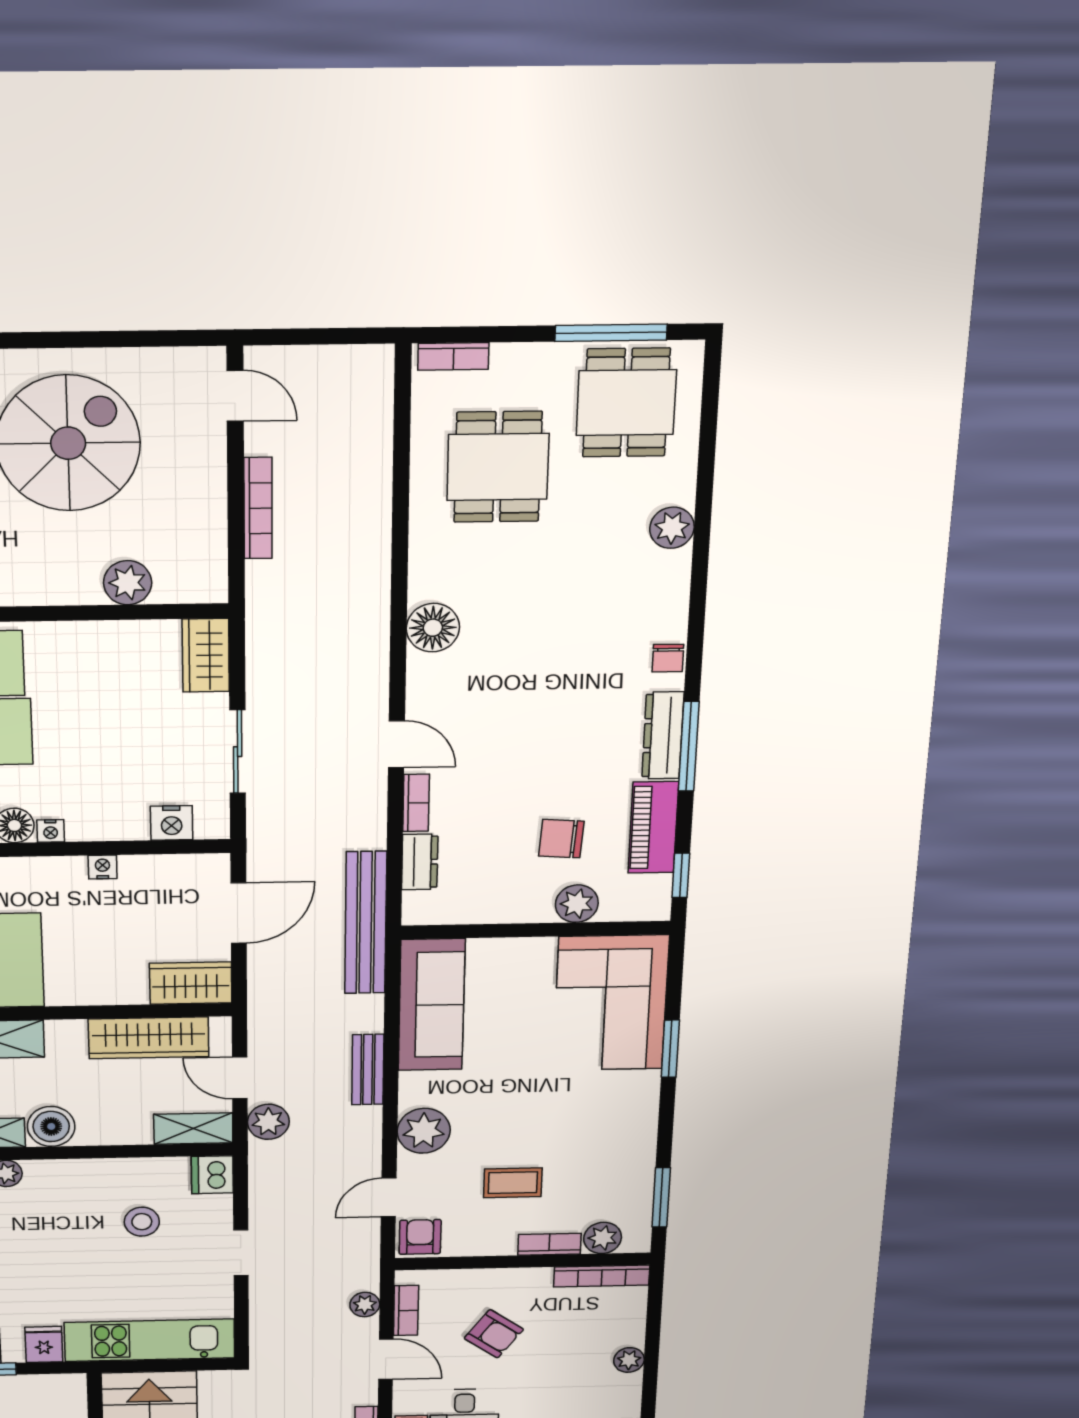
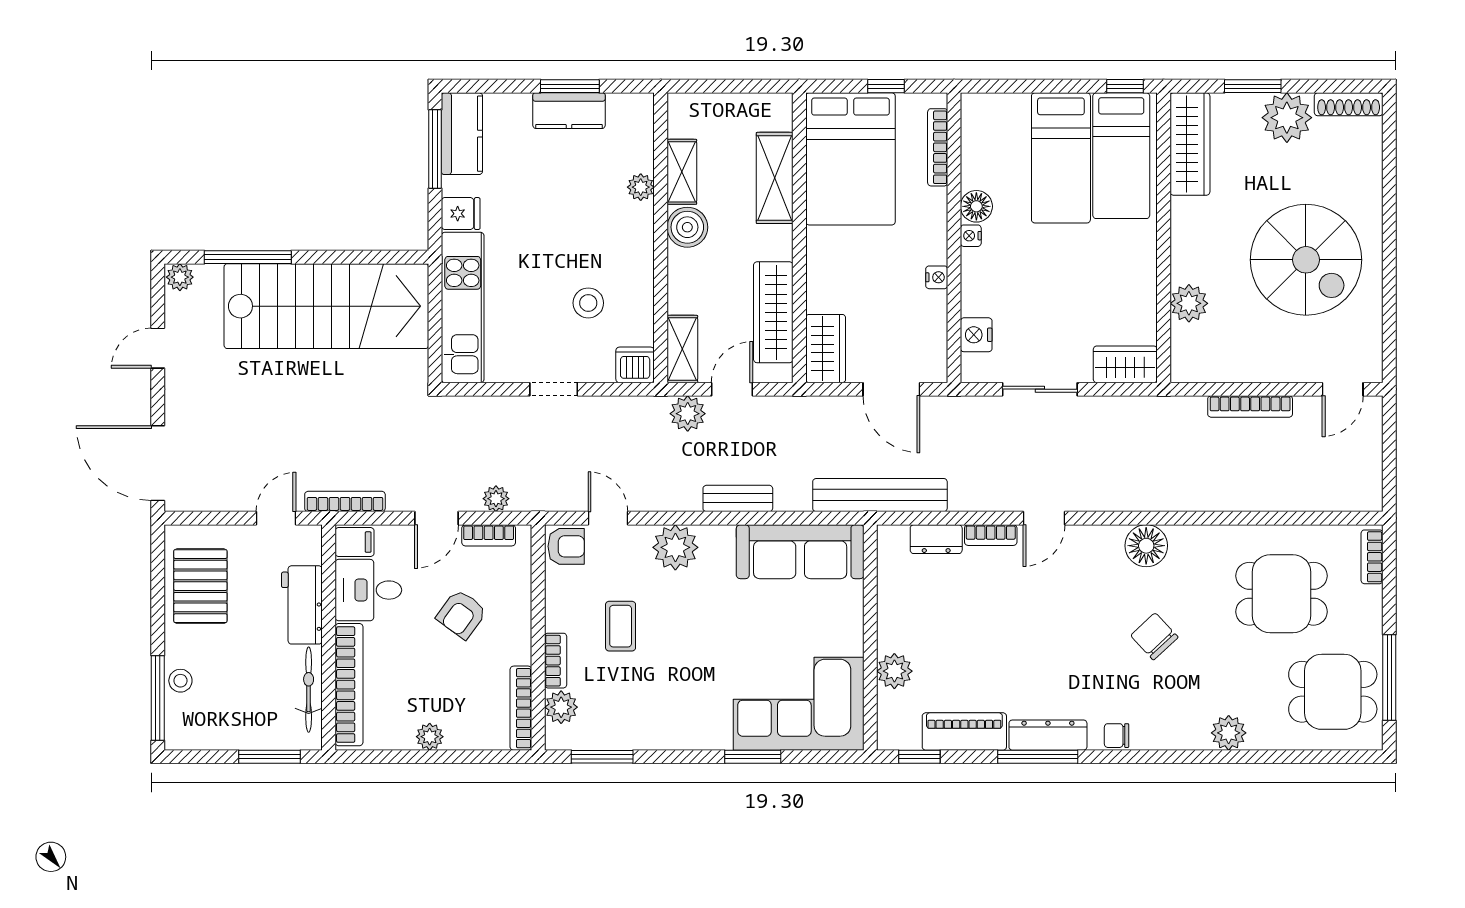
chair: (561, 839) -> (1154, 636), moved, turned -47

